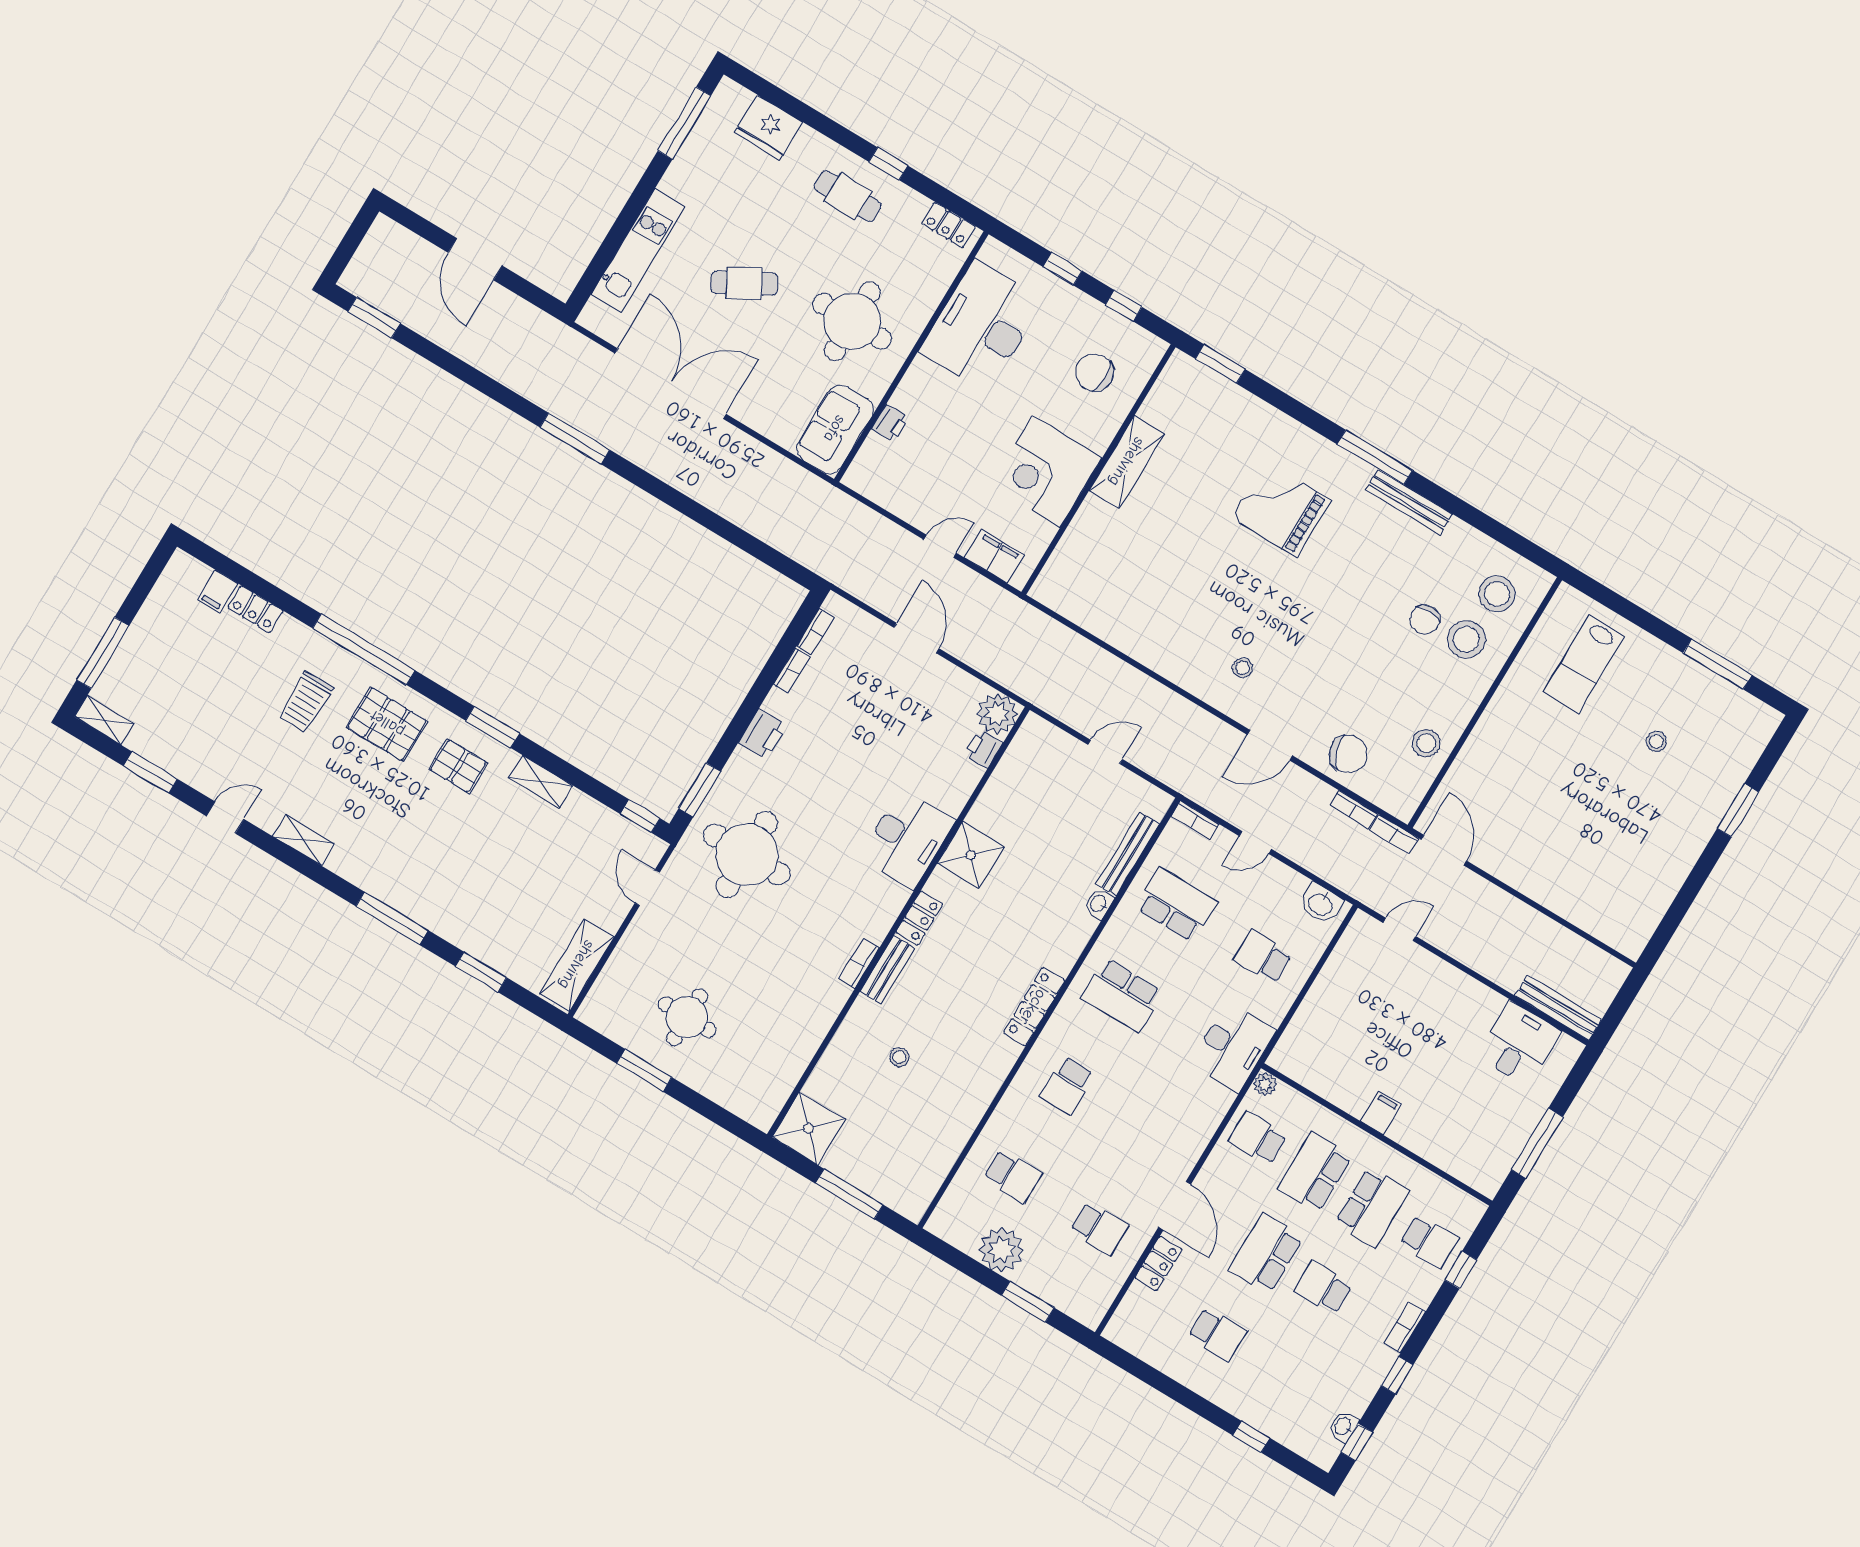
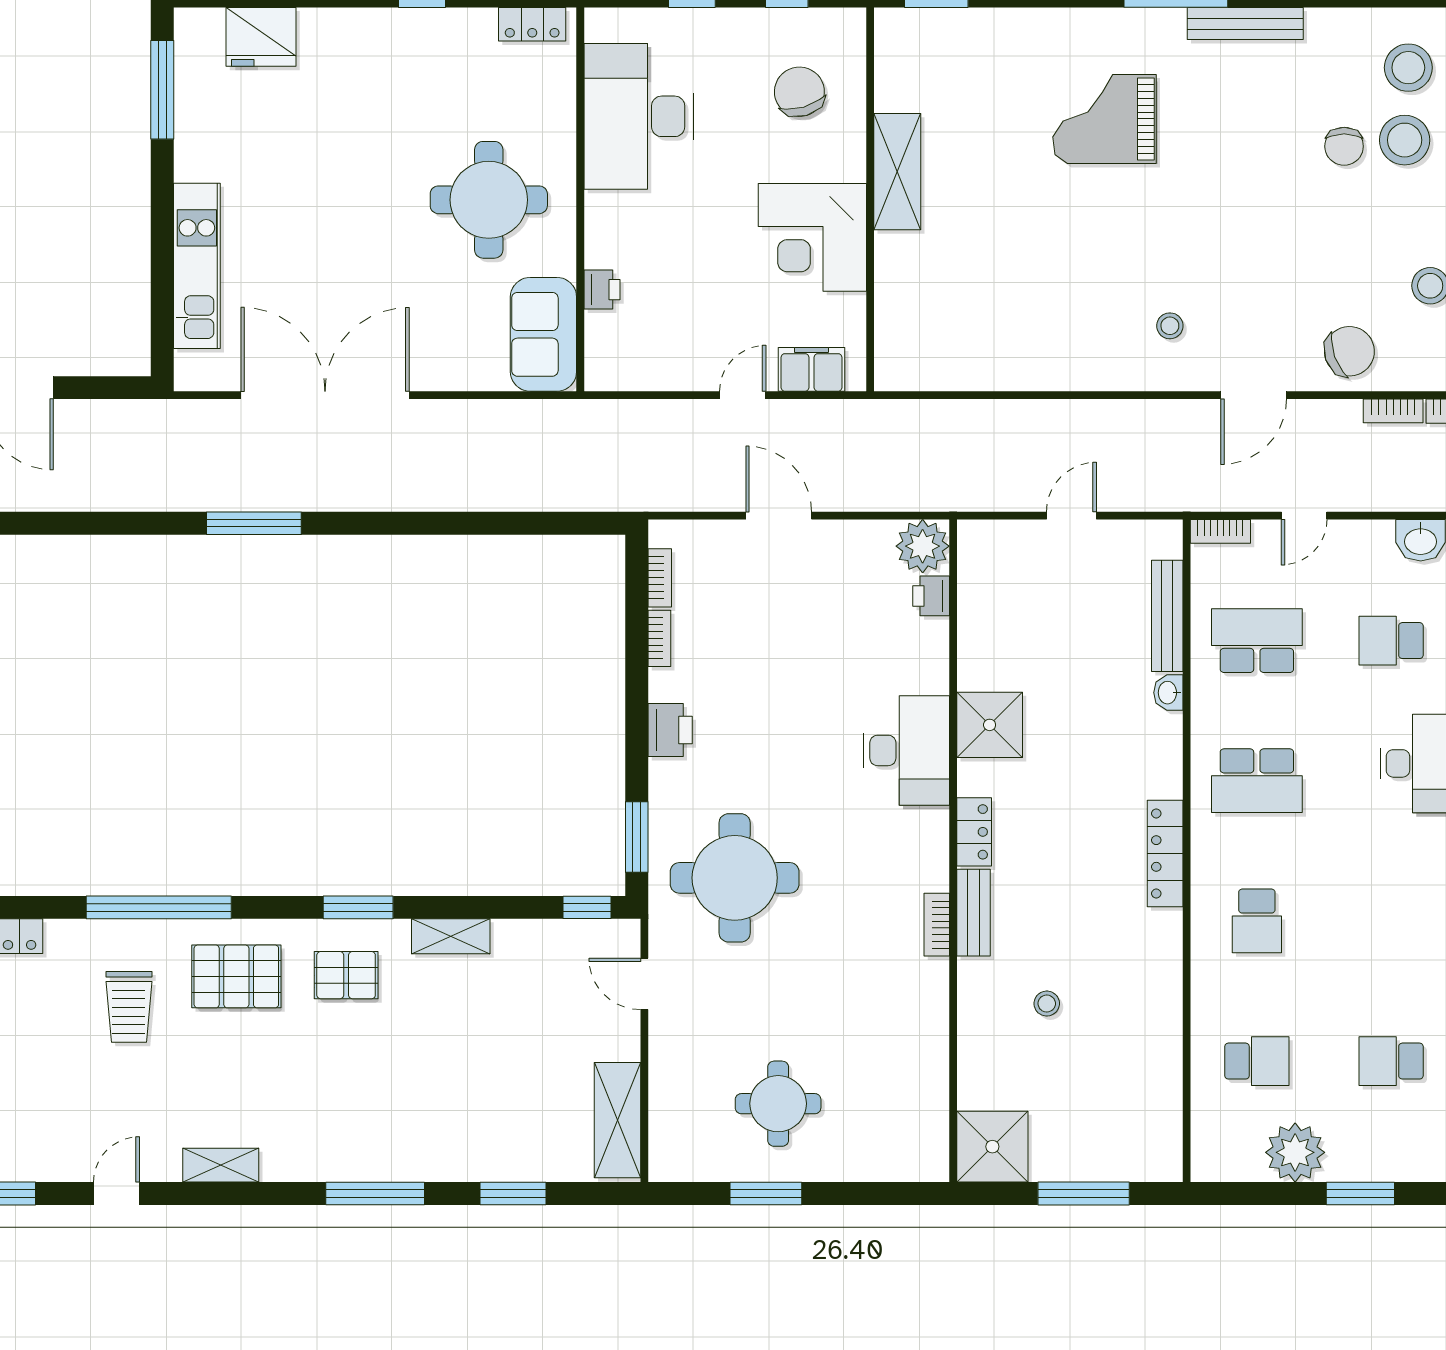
cafe table: (848, 196) -> (398, 61), removed
cafe table: (744, 283) -> (340, 230), removed
chair: (1095, 373) -> (799, 92), turned 74
school desk: (1099, 1228) -> (1391, 1061), turned 180

